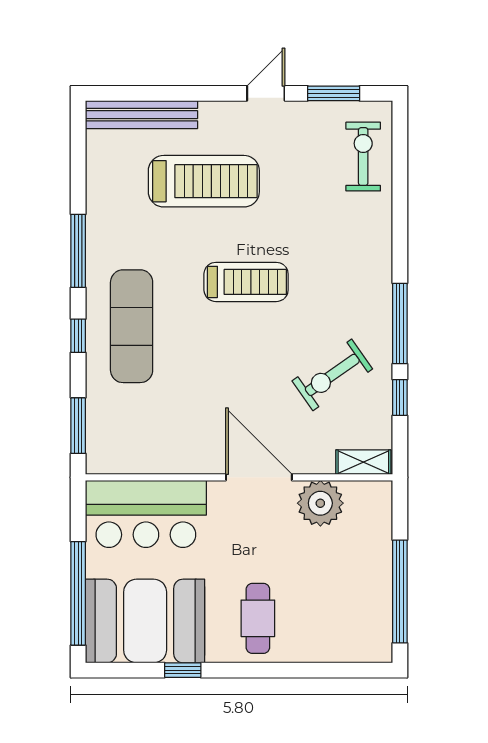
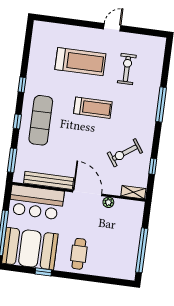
window: (334, 93) -> (141, 31), removed
bench: (142, 115) -> (49, 180), moved
exercise bike: (363, 157) -> (127, 69), moved
window: (78, 251) -> (22, 85), width x0.46
window: (400, 323) -> (161, 105), moved
plant: (320, 503) -> (108, 202), width x0.53, depth x0.53

